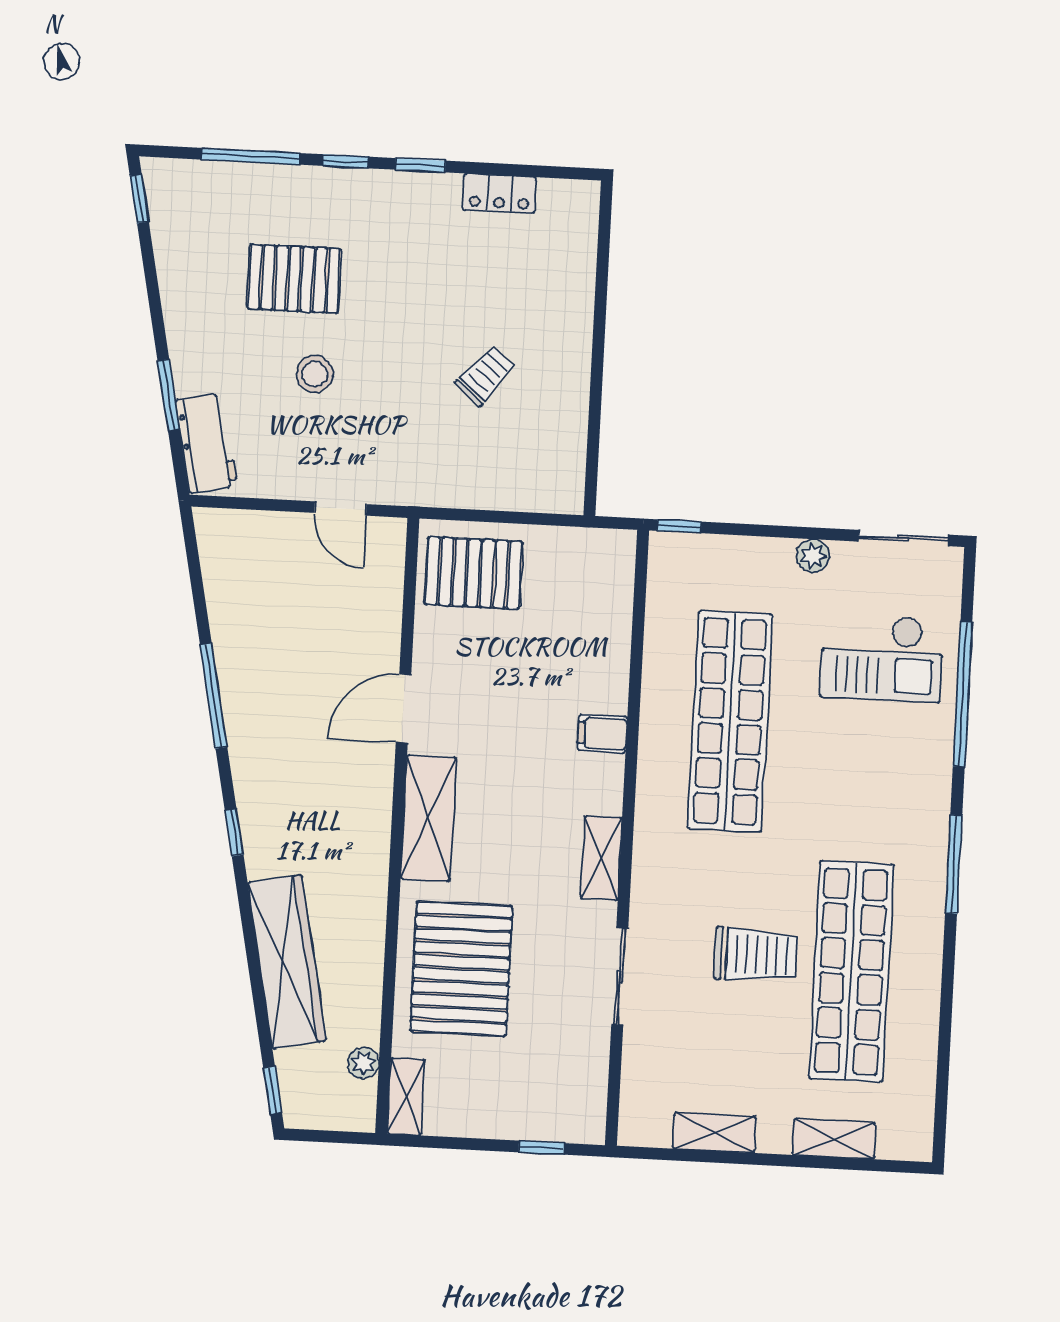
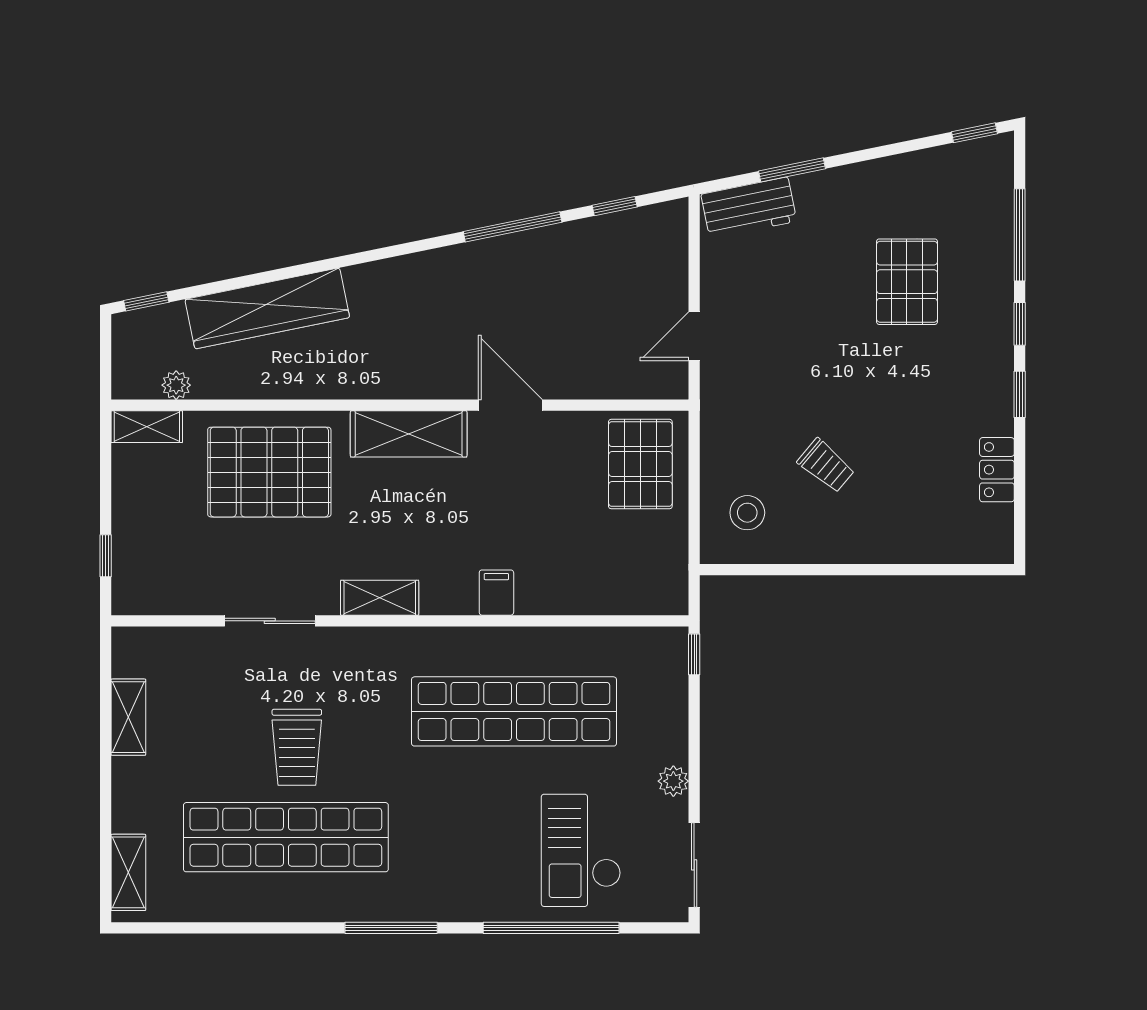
stool: (315, 374) -> (747, 513), moved
window: (234, 833) -> (615, 206), moved
shelving: (834, 1139) -> (128, 872), moved

